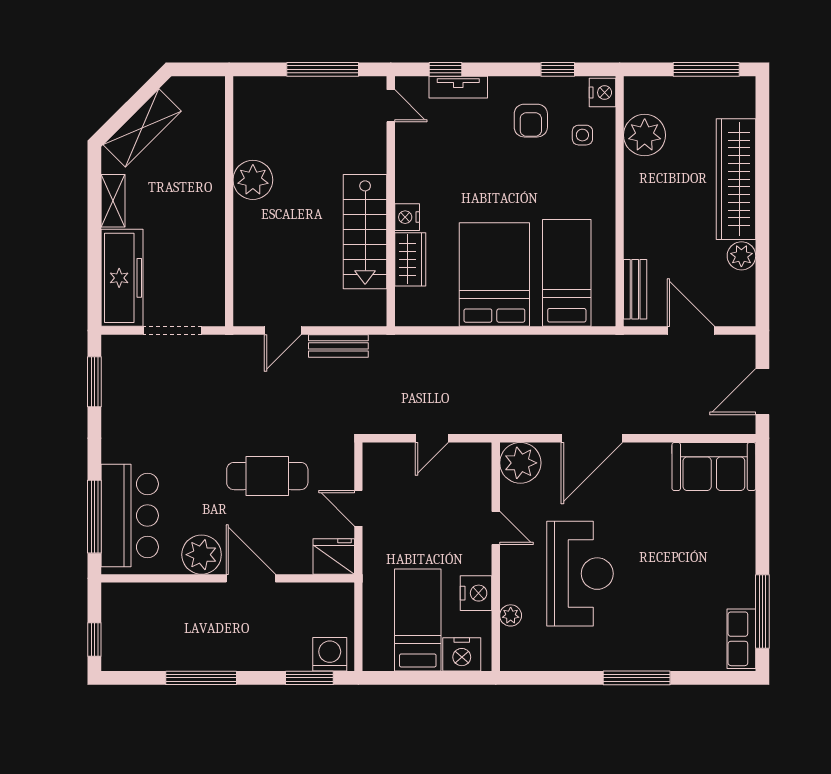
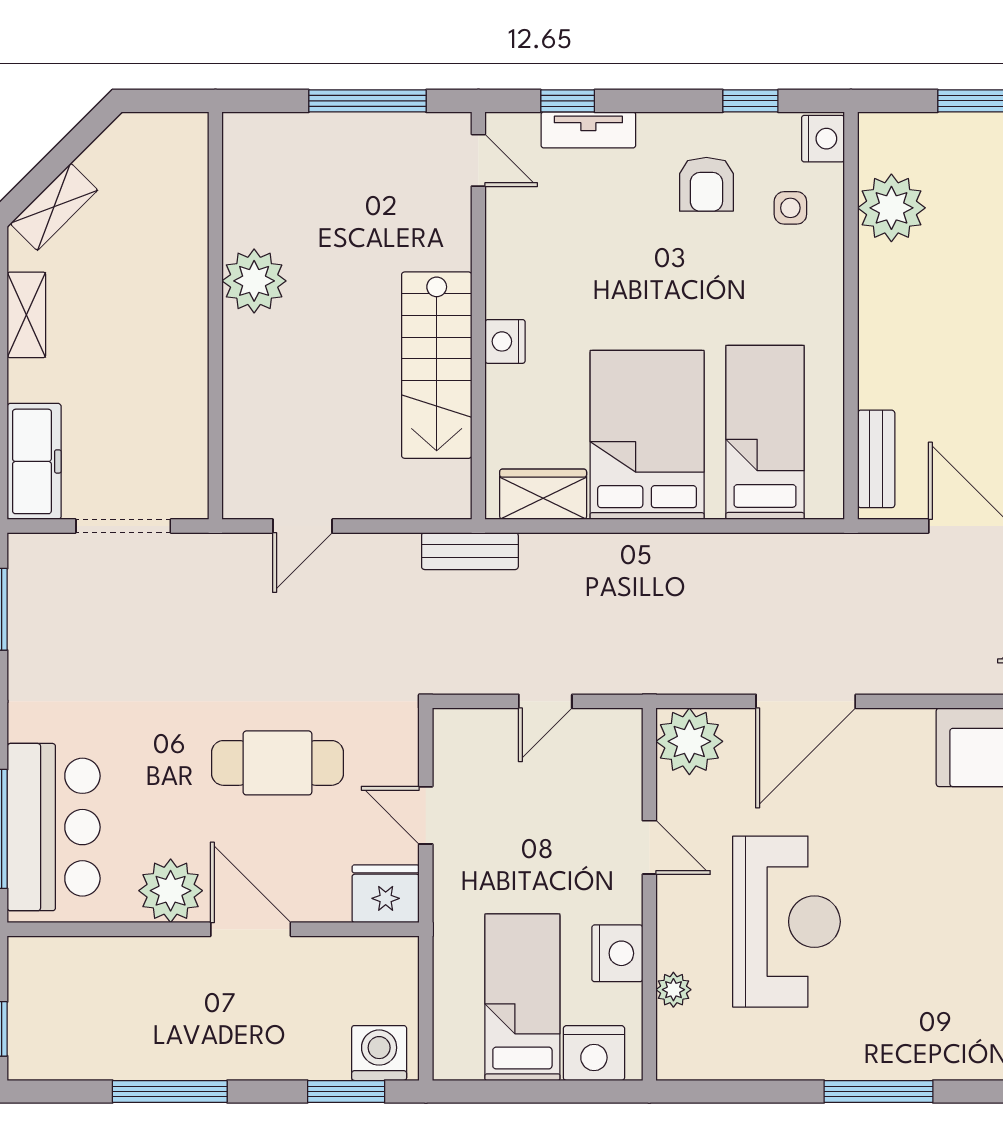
shelving: (142, 128) -> (54, 207), width x0.67, depth x0.75
wardrobe: (410, 259) -> (543, 494), moved, turned -90
freezer: (122, 278) -> (34, 461), width x0.73, depth x0.79
bench: (338, 346) -> (470, 551), moved

